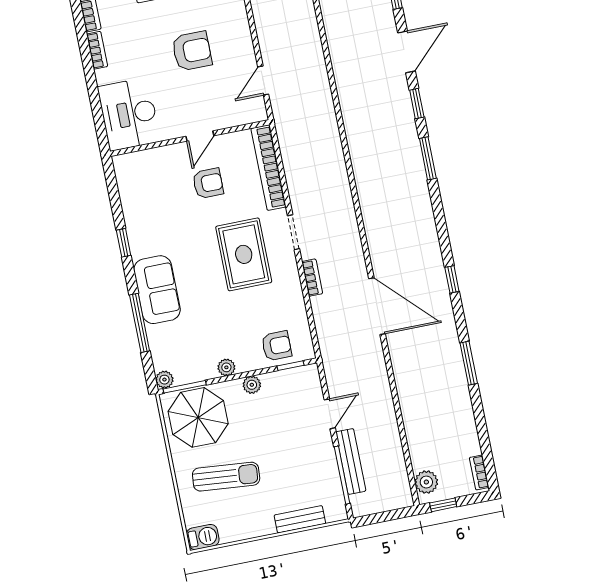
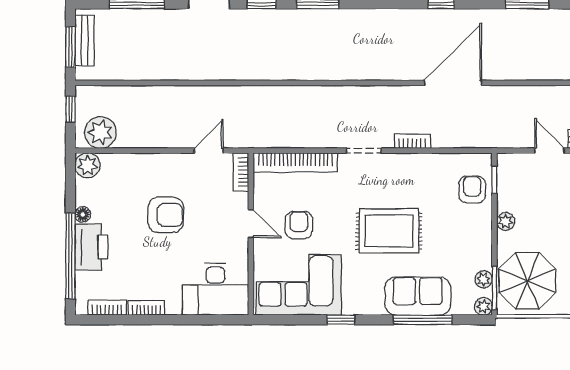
armchair: (192, 51) -> (166, 215), turned 90
door: (263, 81) -> (209, 151), swing flipped
bookcase: (249, 116) -> (241, 172), added
corner sofa: (150, 195) -> (299, 285), added
rug: (244, 254) -> (389, 231), moved
sofa: (157, 290) -> (418, 296), moved
plant: (226, 367) -> (484, 279), moved

